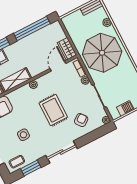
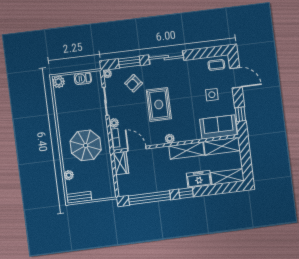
parasol: (102, 53) -> (86, 145), width x0.73, depth x0.73
door: (58, 66) -> (137, 149), swing flipped
side table: (23, 135) -> (212, 95), moved
window: (31, 168) -> (129, 62), moved

